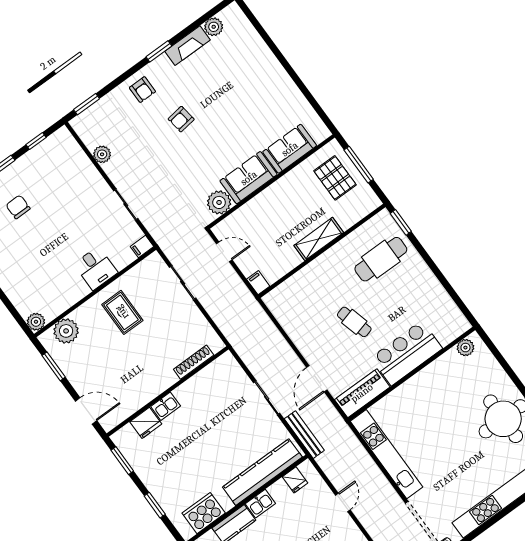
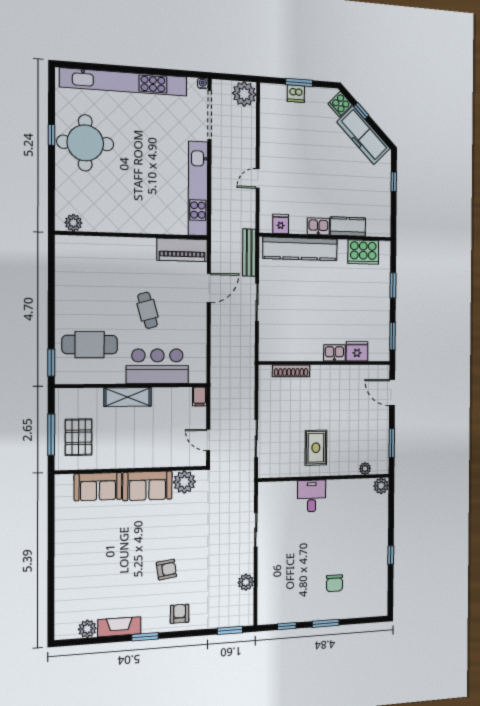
filing cabinet: (142, 246) -> (266, 488), removed
plant: (66, 331) -> (365, 469), width x0.53, depth x0.53
bar counter: (407, 353) -> (157, 366), moved, turned 180

